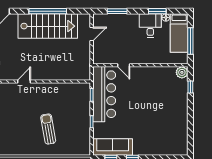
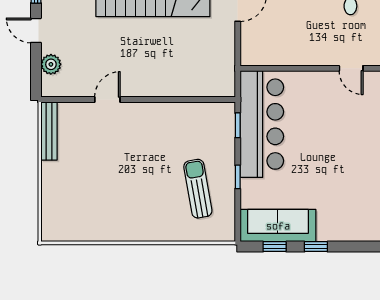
door: (124, 65) -> (351, 68), moved
sun lounger: (48, 129) -> (198, 189), moved

